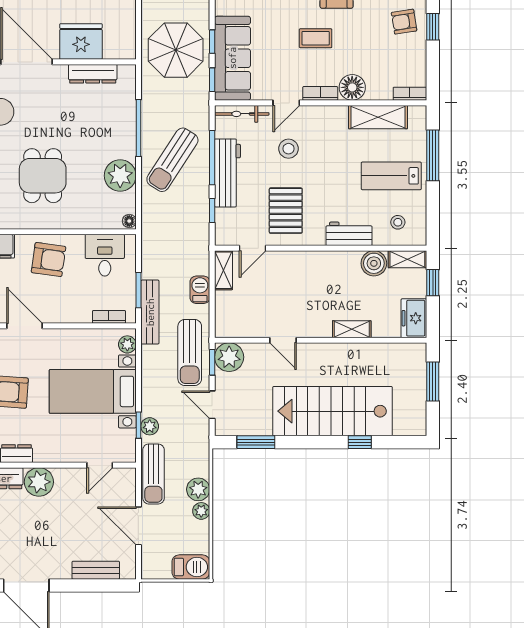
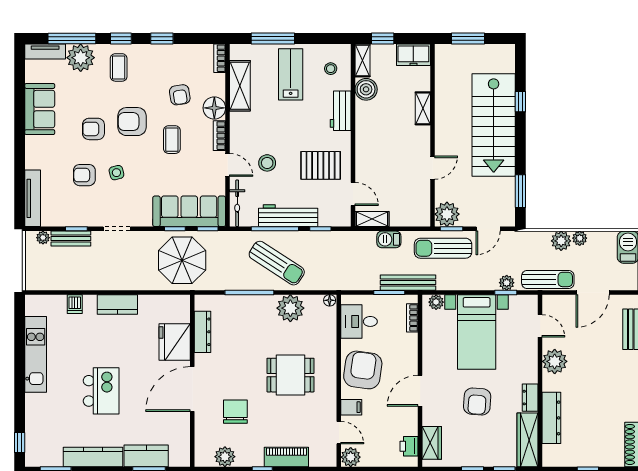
armchair: (404, 22) -> (180, 95), moved
lab bench: (391, 176) -> (291, 74), turned 180
armchair: (49, 260) -> (363, 370), width x1.36, depth x1.36
sun lounger: (190, 353) -> (443, 248), turned 180
plant: (39, 482) -> (555, 361), moved

